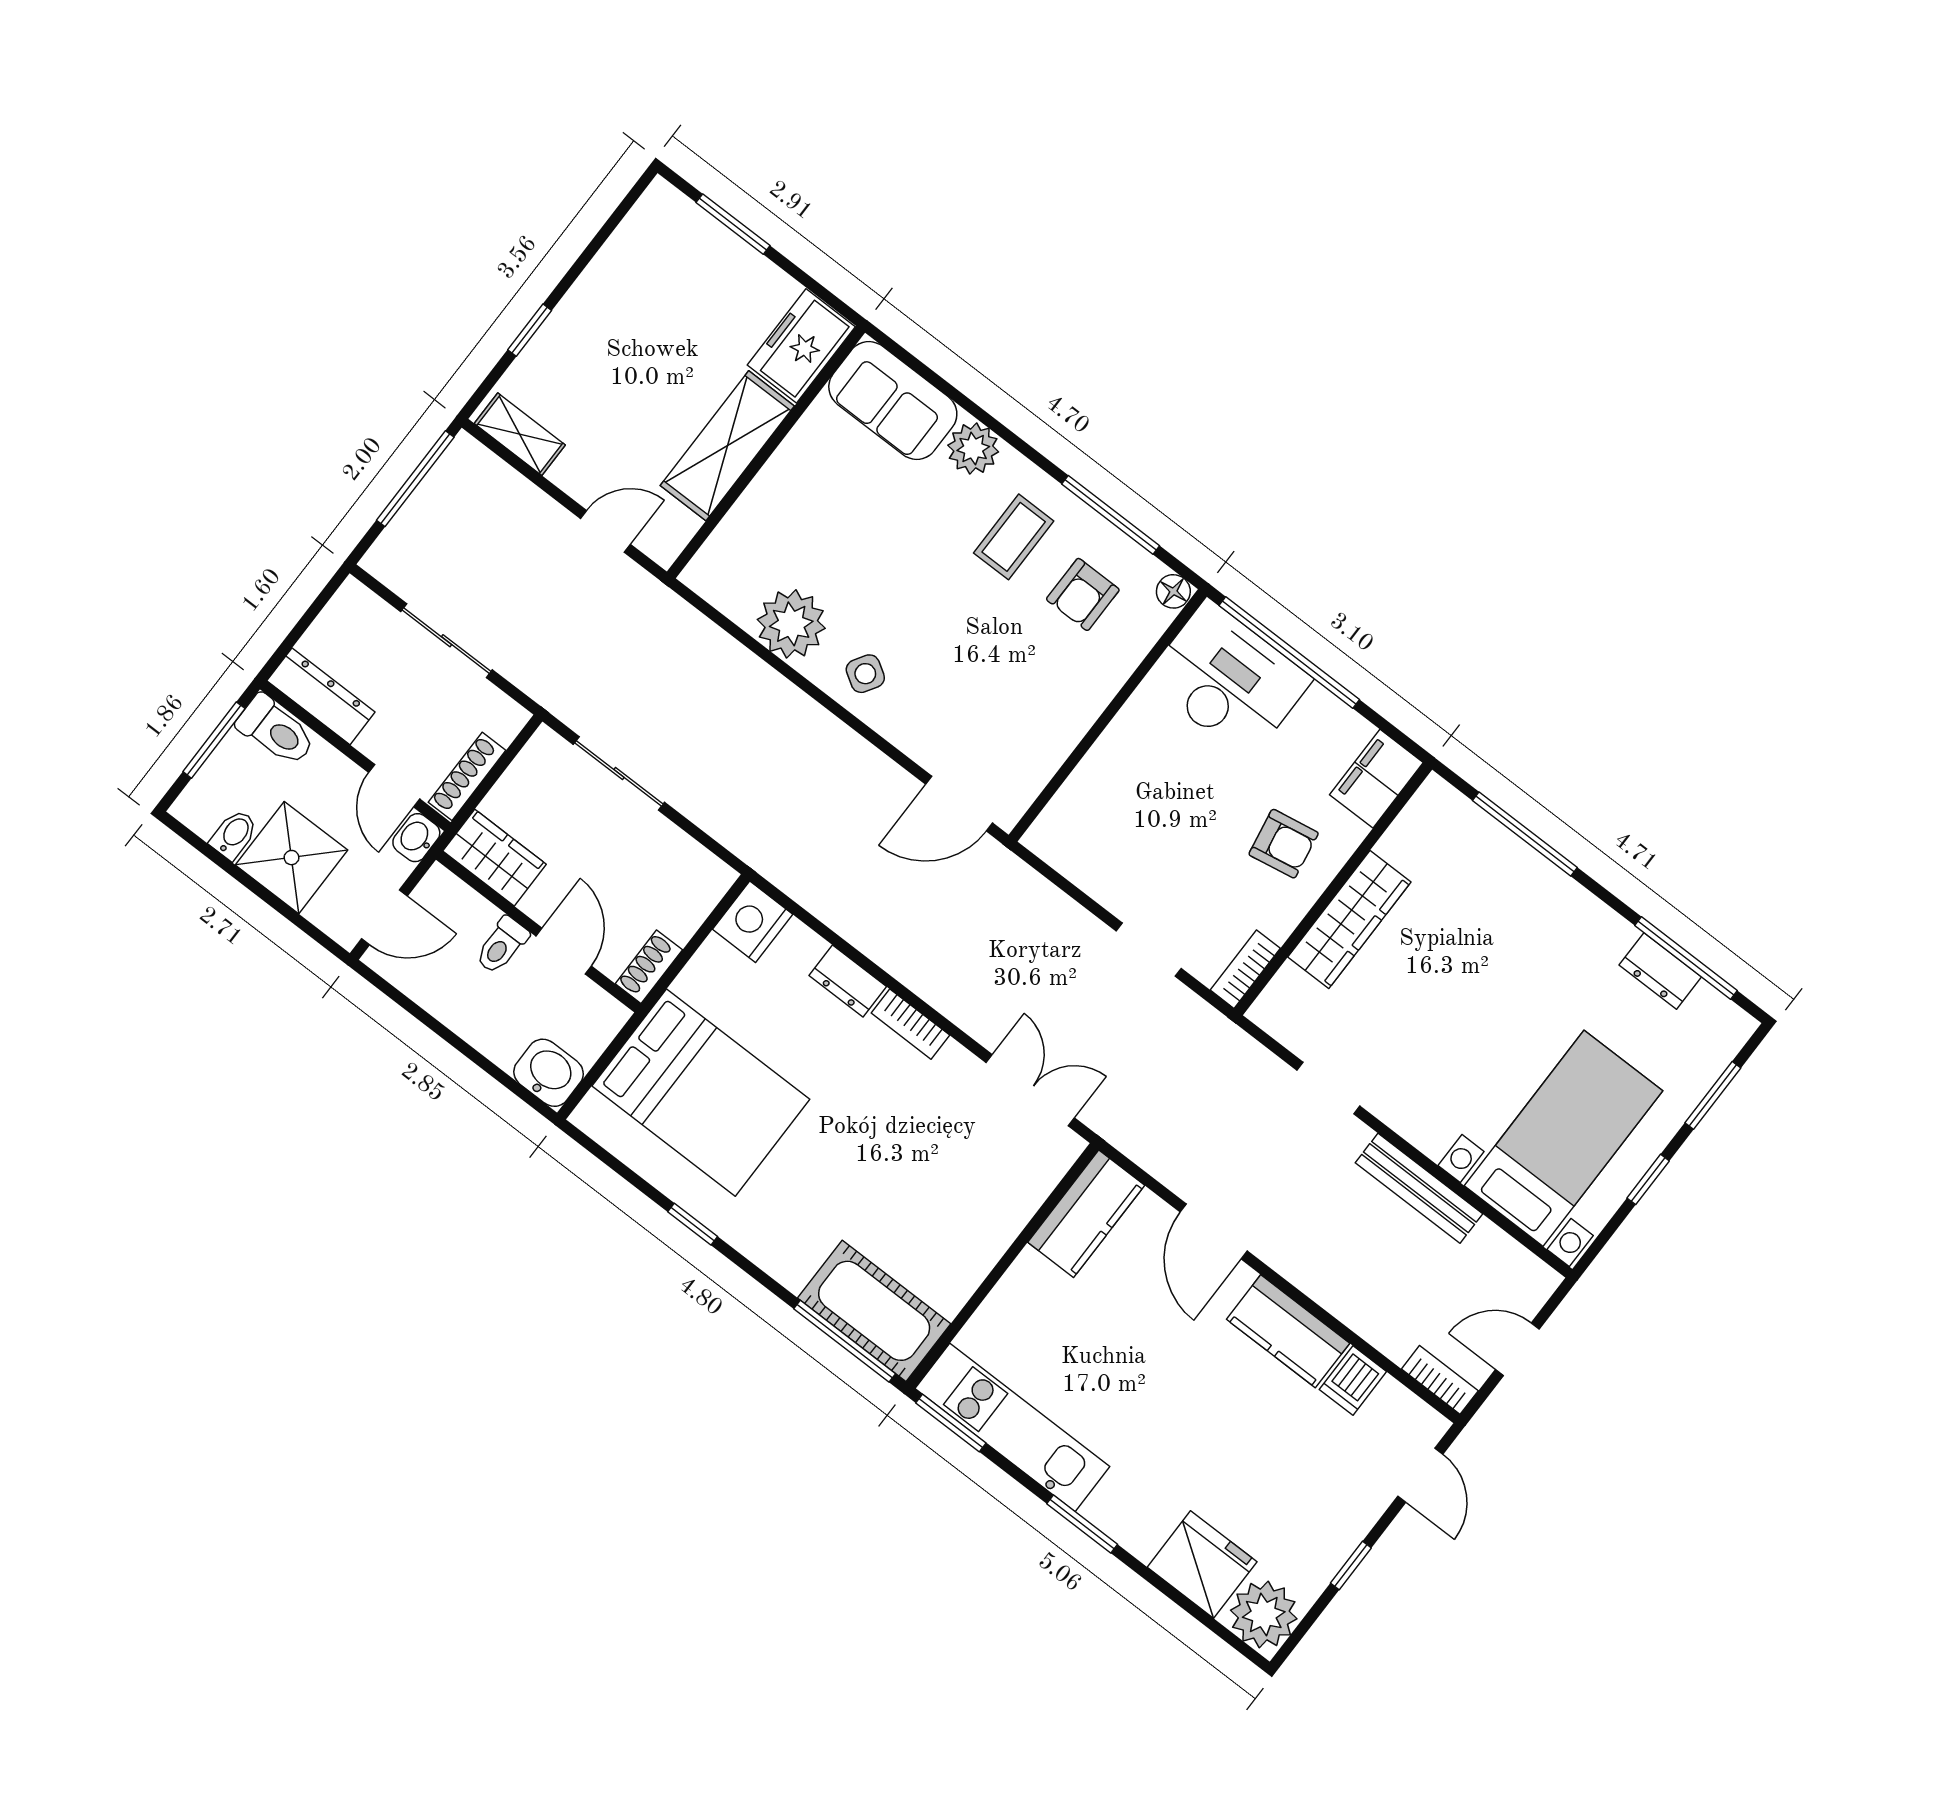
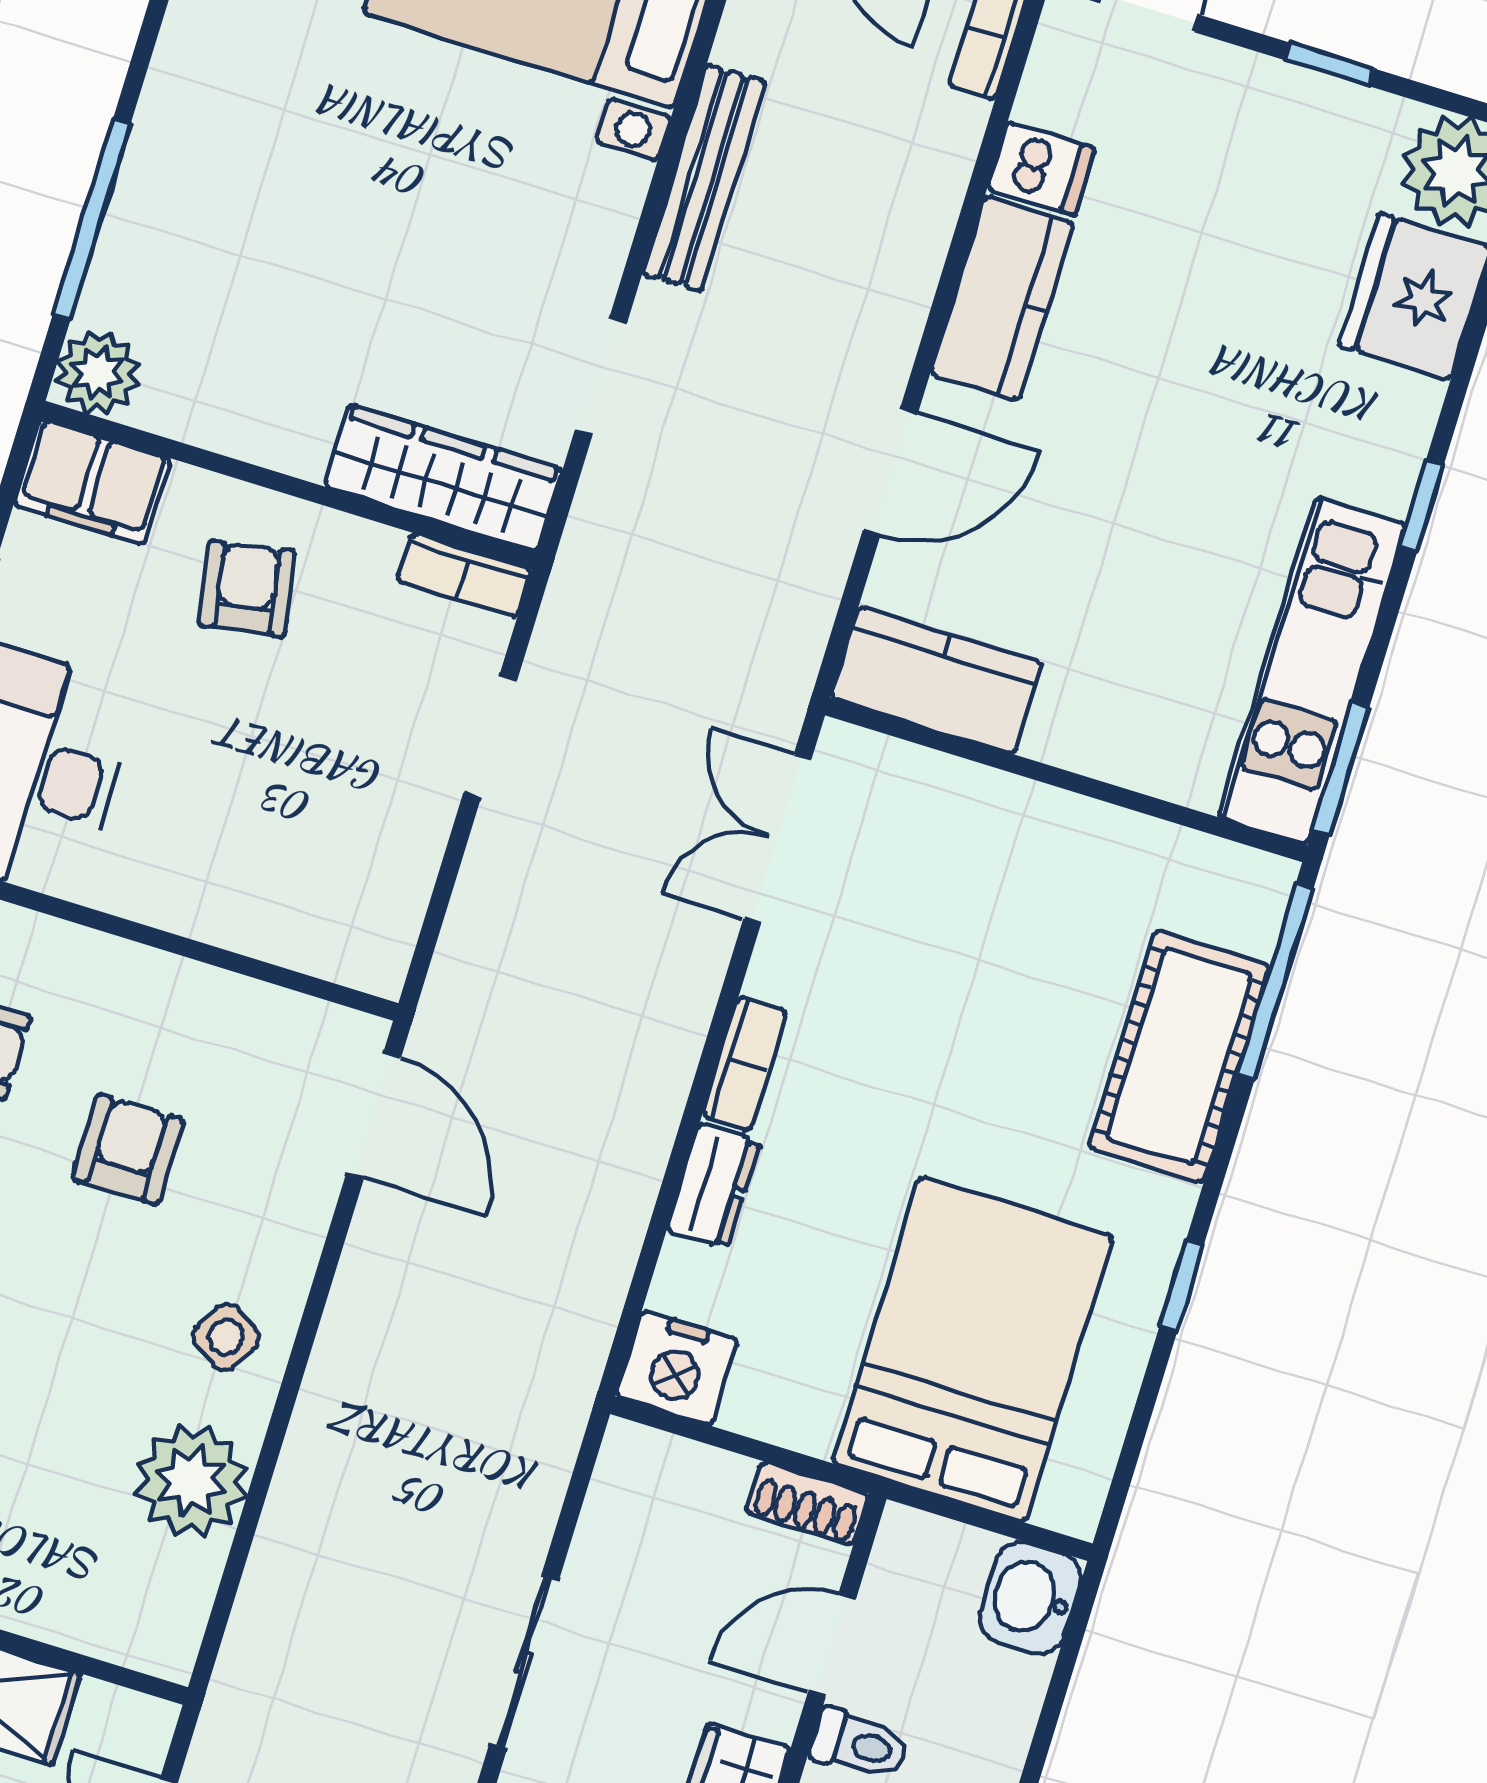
armchair: (992, 658) -> (128, 1149), added
plant: (1437, 805) -> (98, 373), added
wardrobe: (1349, 919) -> (443, 478), moved
cot: (874, 1311) -> (1179, 1056), moved
window: (1082, 1524) -> (1422, 506), width x0.67

